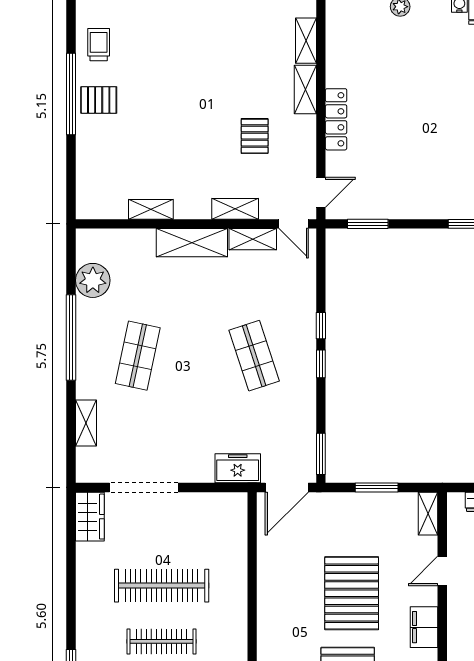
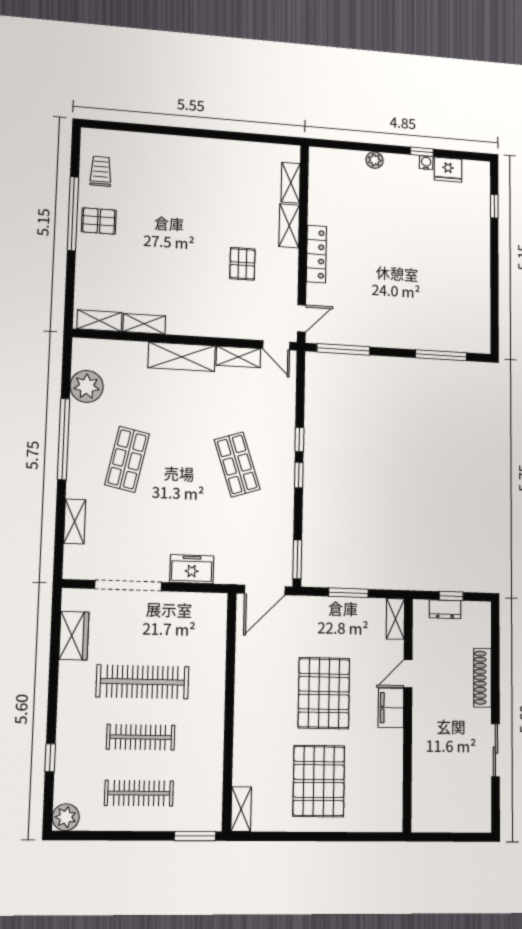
shelving: (235, 209) -> (99, 321), moved
window: (368, 224) -> (344, 349), width x1.44
freezer: (238, 468) -> (192, 569), moved
wardrobe: (90, 517) -> (74, 636), moved
filing cabinet: (424, 627) -> (391, 708), moved

